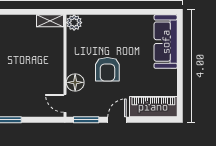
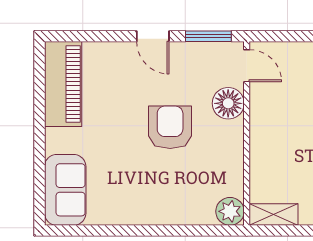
sofa: (166, 42) -> (65, 190), width x0.73
piano: (153, 107) -> (63, 84), moved, turned -90
door: (117, 120) -> (153, 36), hinge flipped

